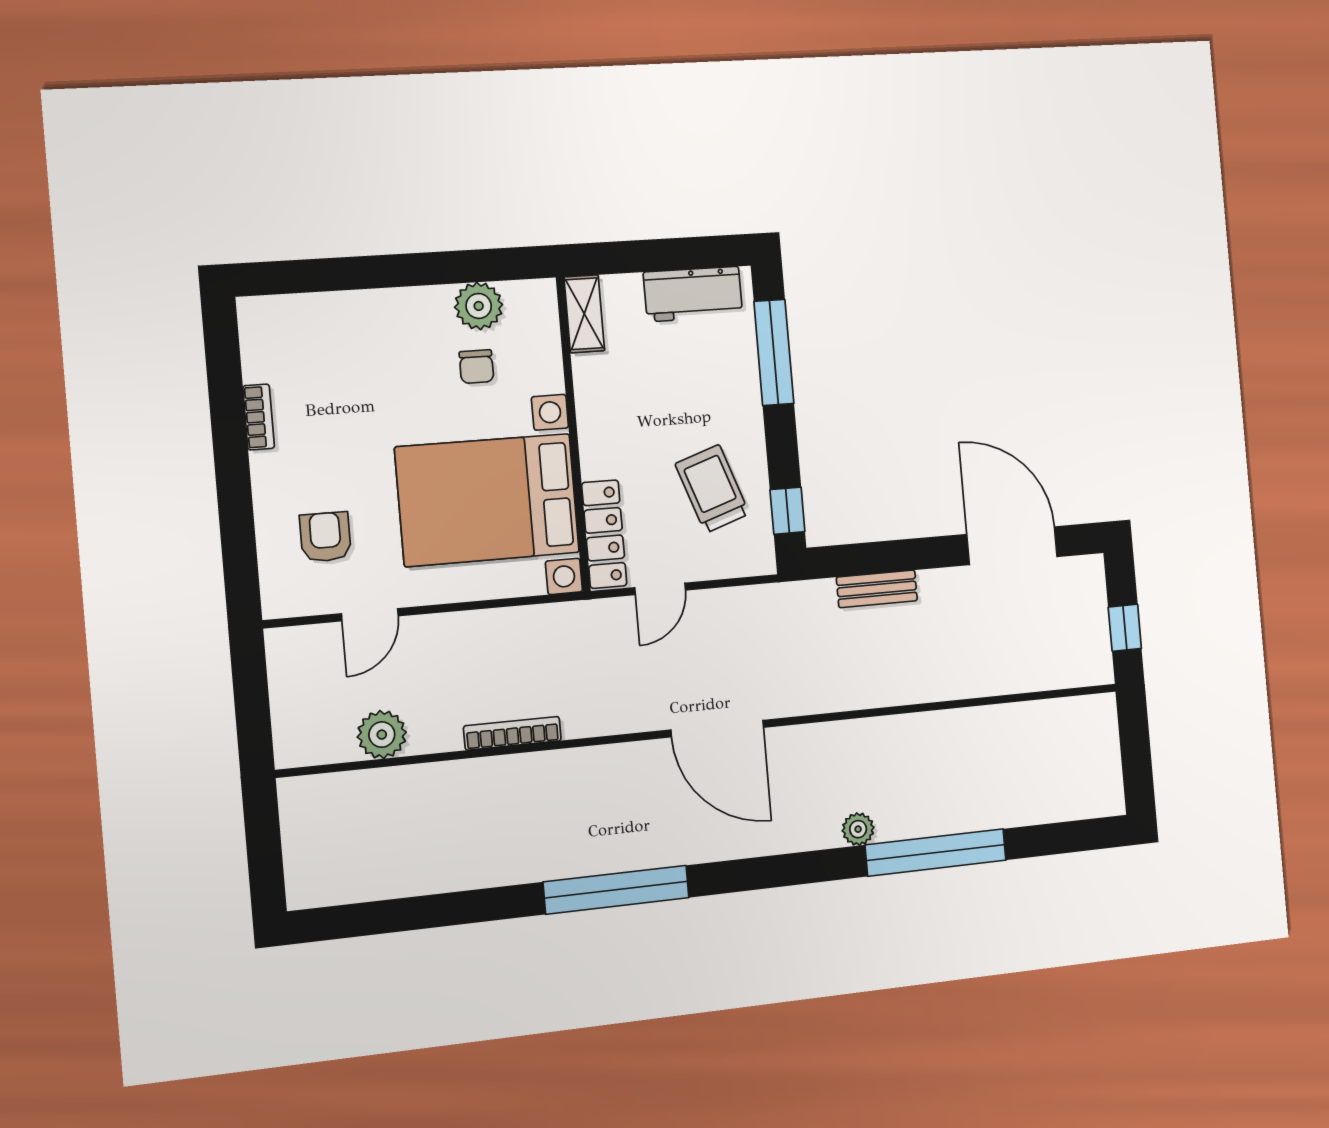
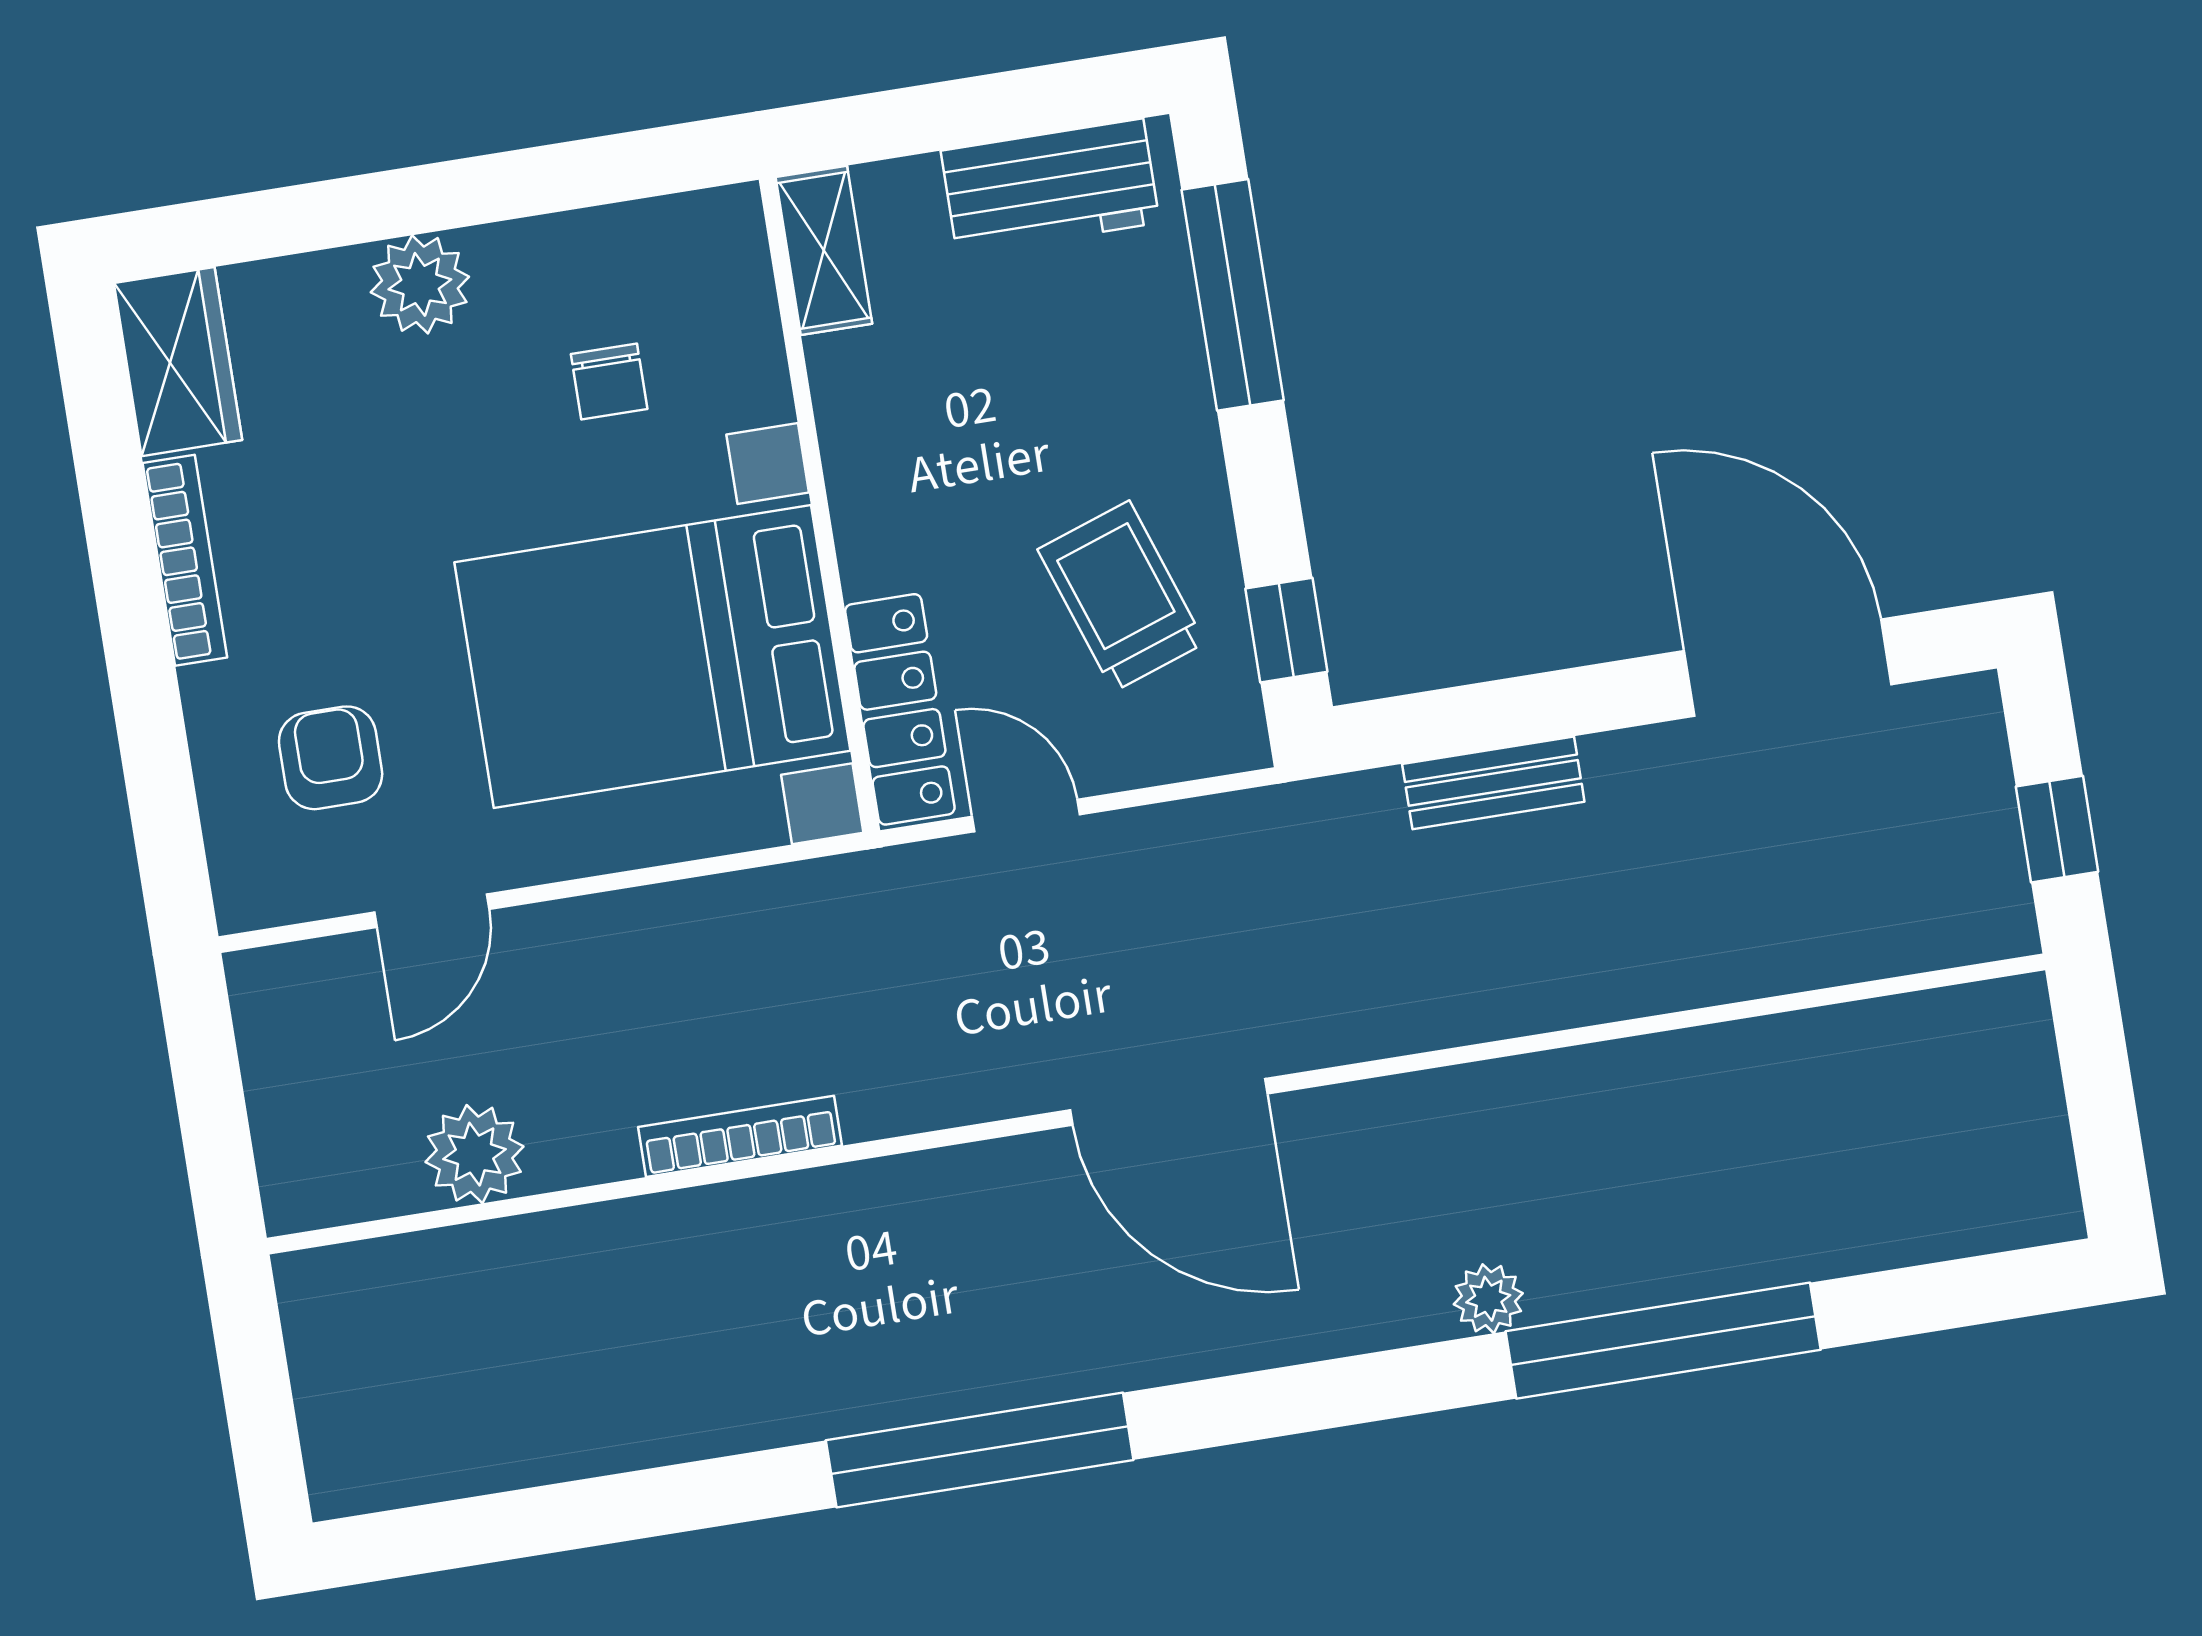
plant: (479, 306) -> (420, 284), moved
wardrobe: (264, 338) -> (178, 362), added
bookcase: (259, 417) -> (185, 560), width x1.56
door: (660, 589) -> (1026, 816), swing flipped

